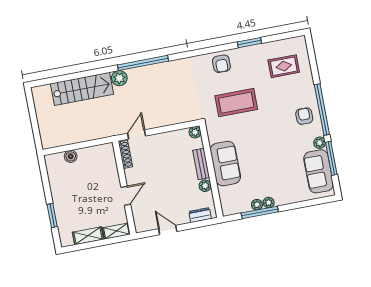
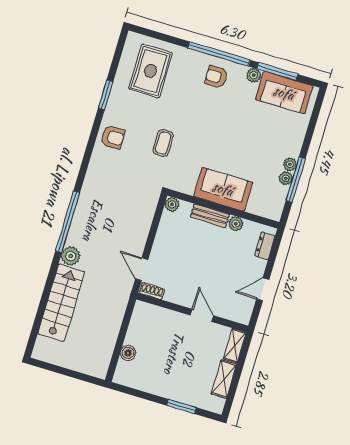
rug: (284, 66) -> (151, 71), width x1.36, depth x1.43
coffee table: (236, 103) -> (163, 143), width x0.54, depth x0.58
shoe rack: (125, 154) -> (152, 291), width x0.70

